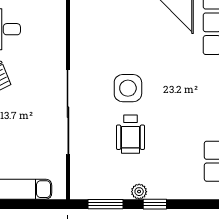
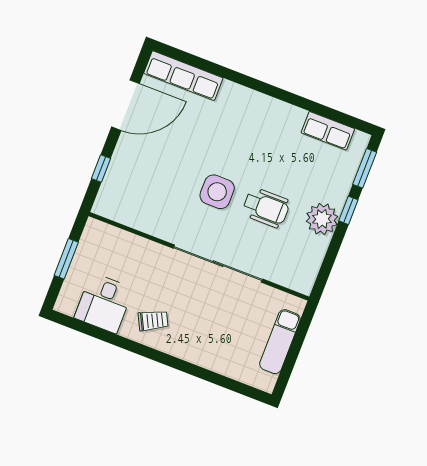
plant: (139, 192) -> (322, 219), width x1.88, depth x1.88
window: (105, 204) -> (365, 168), moved

